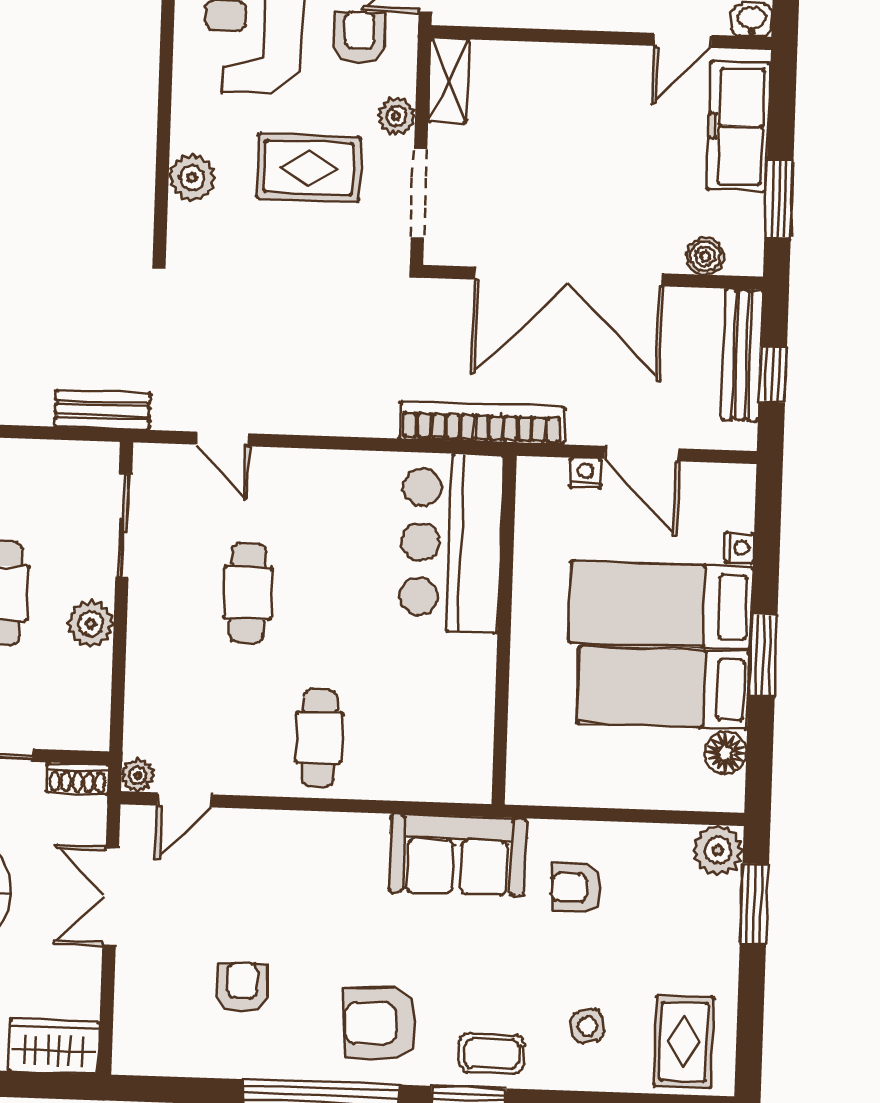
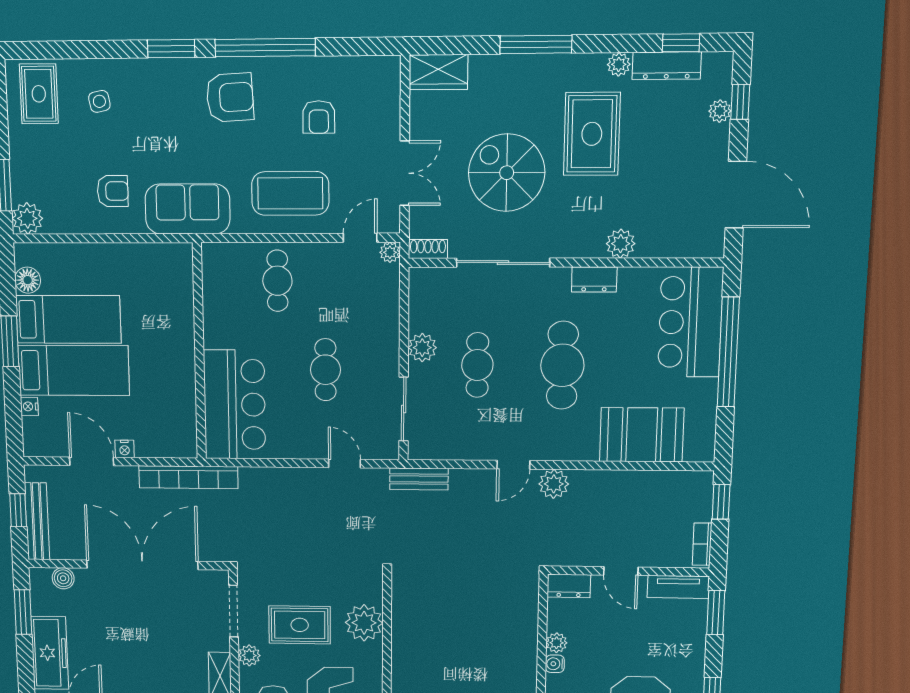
plant: (192, 178) -> (364, 623), width x1.36, depth x1.36
bar counter: (451, 543) -> (235, 405), moved
wall: (504, 630) -> (199, 352), moved
coffee table: (492, 1054) -> (290, 193), moved, width x1.86, depth x1.72

